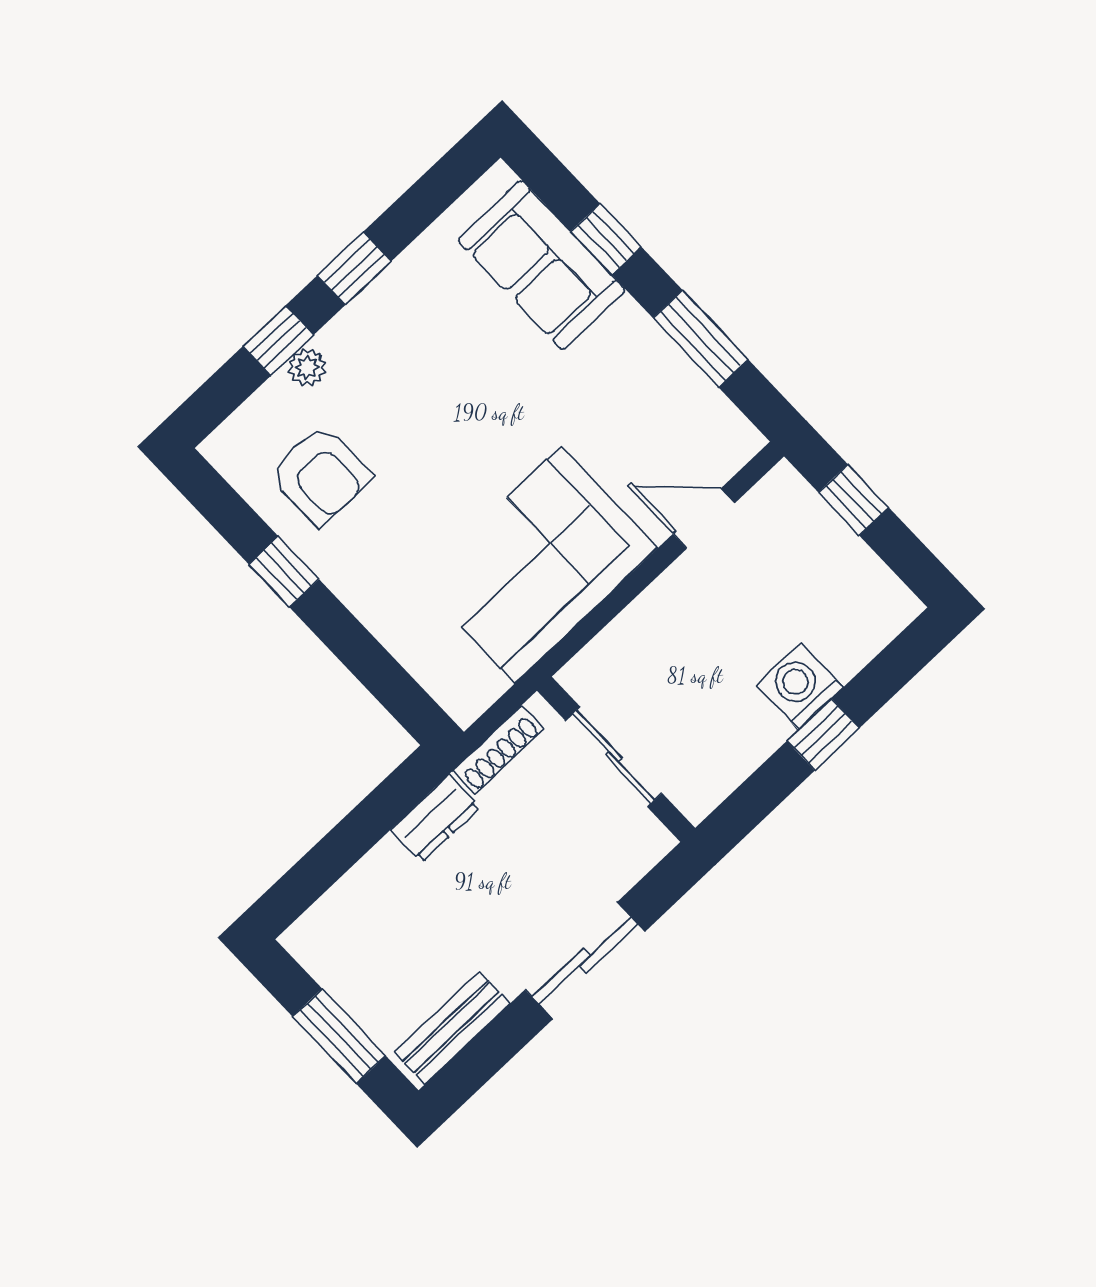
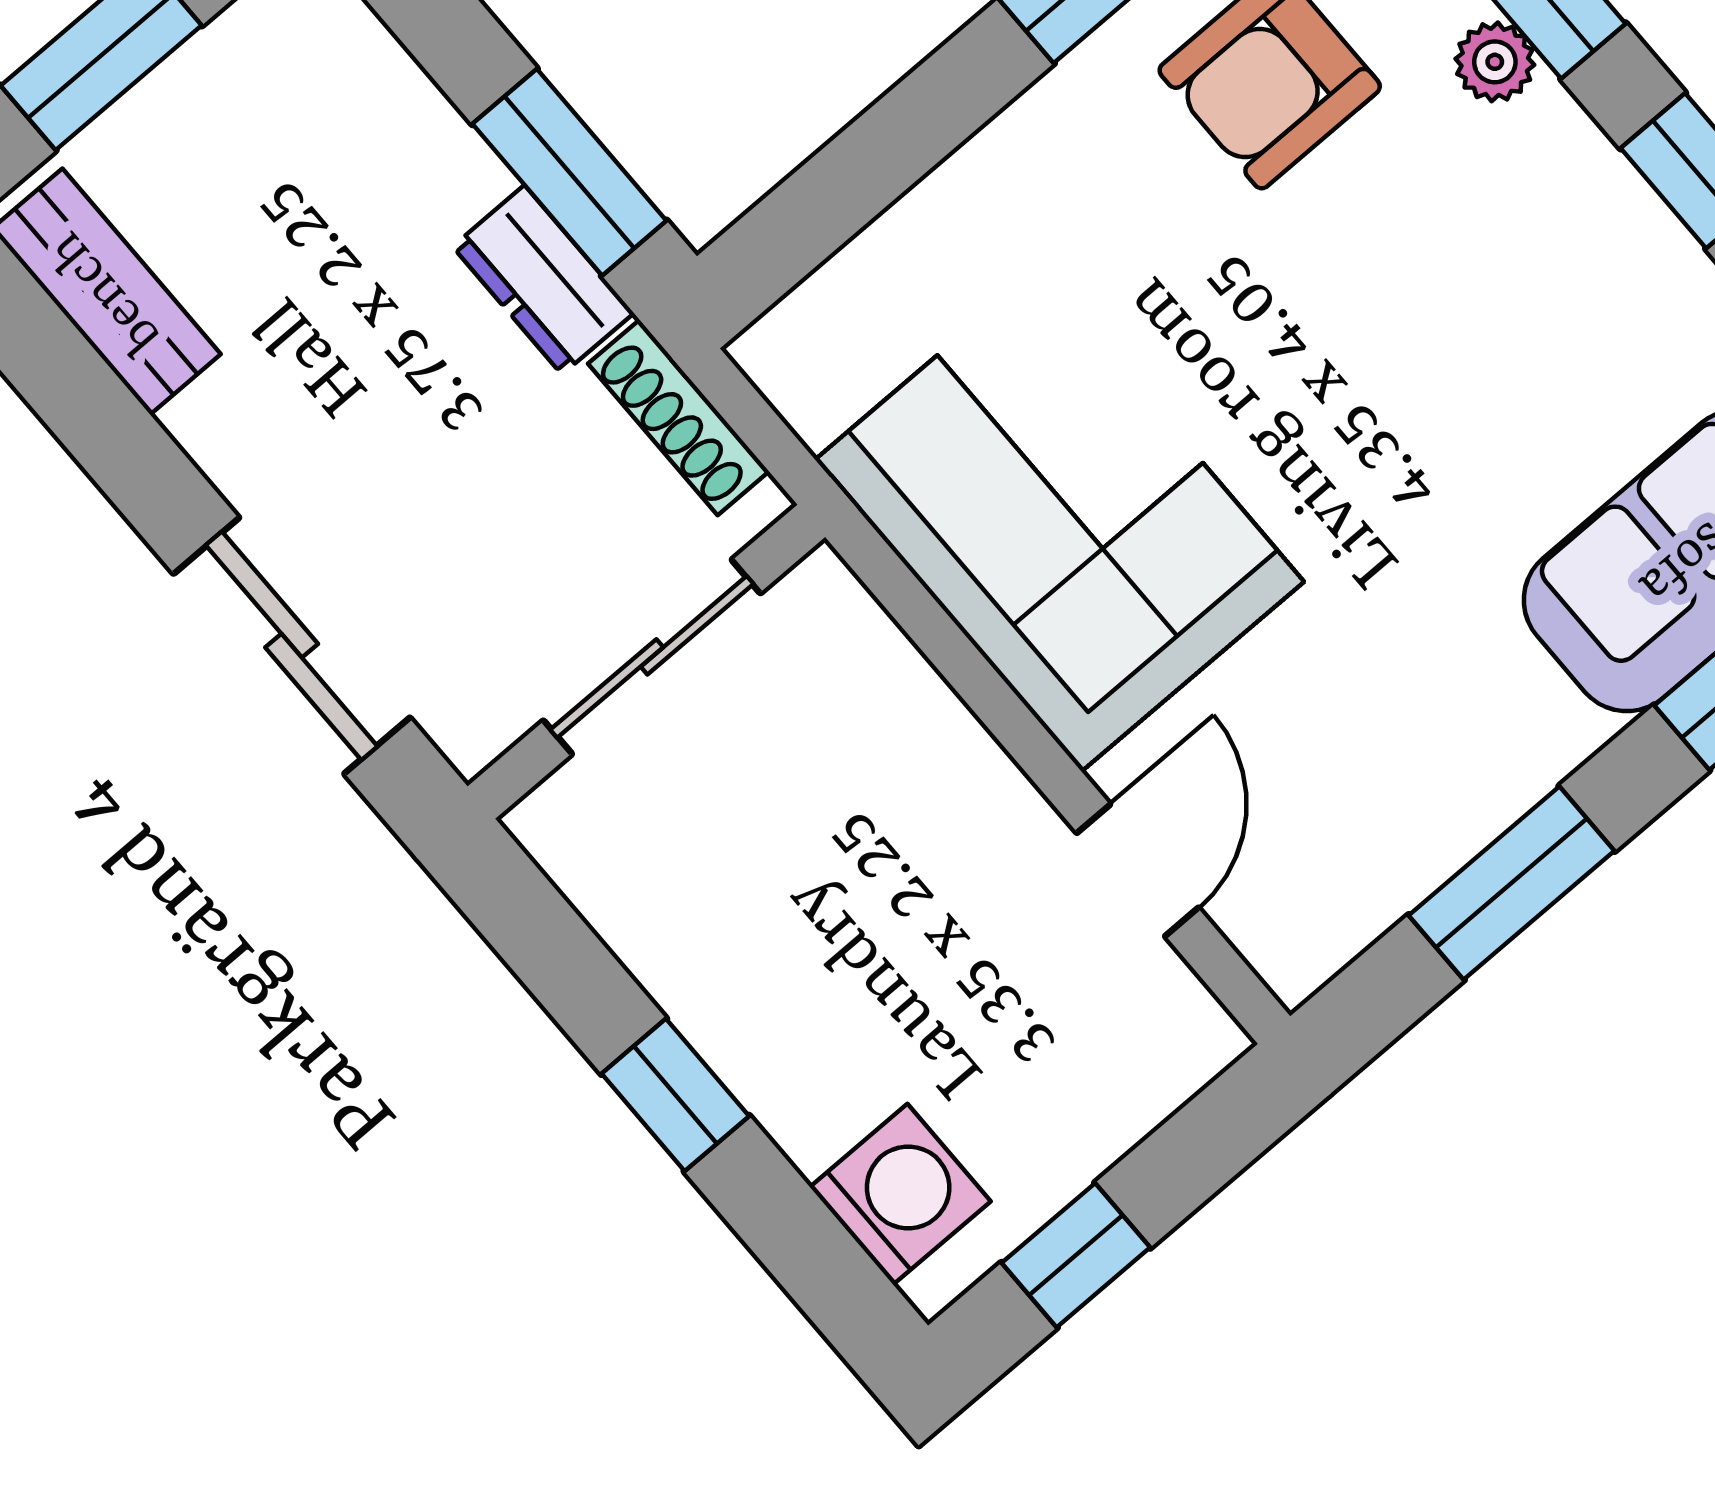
window: (853, 500) -> (1076, 1255), moved
washing machine: (800, 686) -> (900, 1194), moved
window: (383, 809) -> (569, 172), added
sliding door: (585, 961) -> (292, 646), moved

